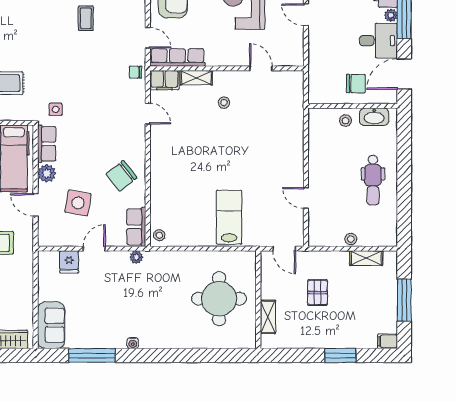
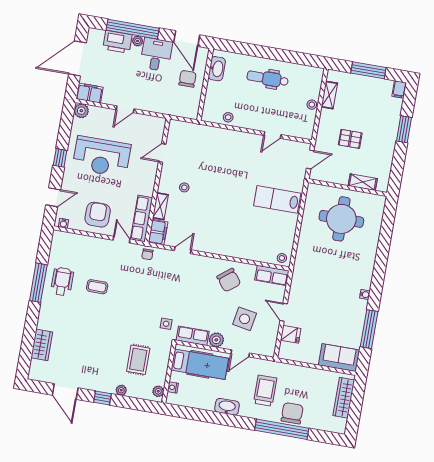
door: (148, 38) -> (122, 240), hinge flipped
stool: (346, 121) -> (228, 117), moved
dental chair: (373, 180) -> (268, 79), turned 180
plant: (136, 257) -> (296, 280), removed

